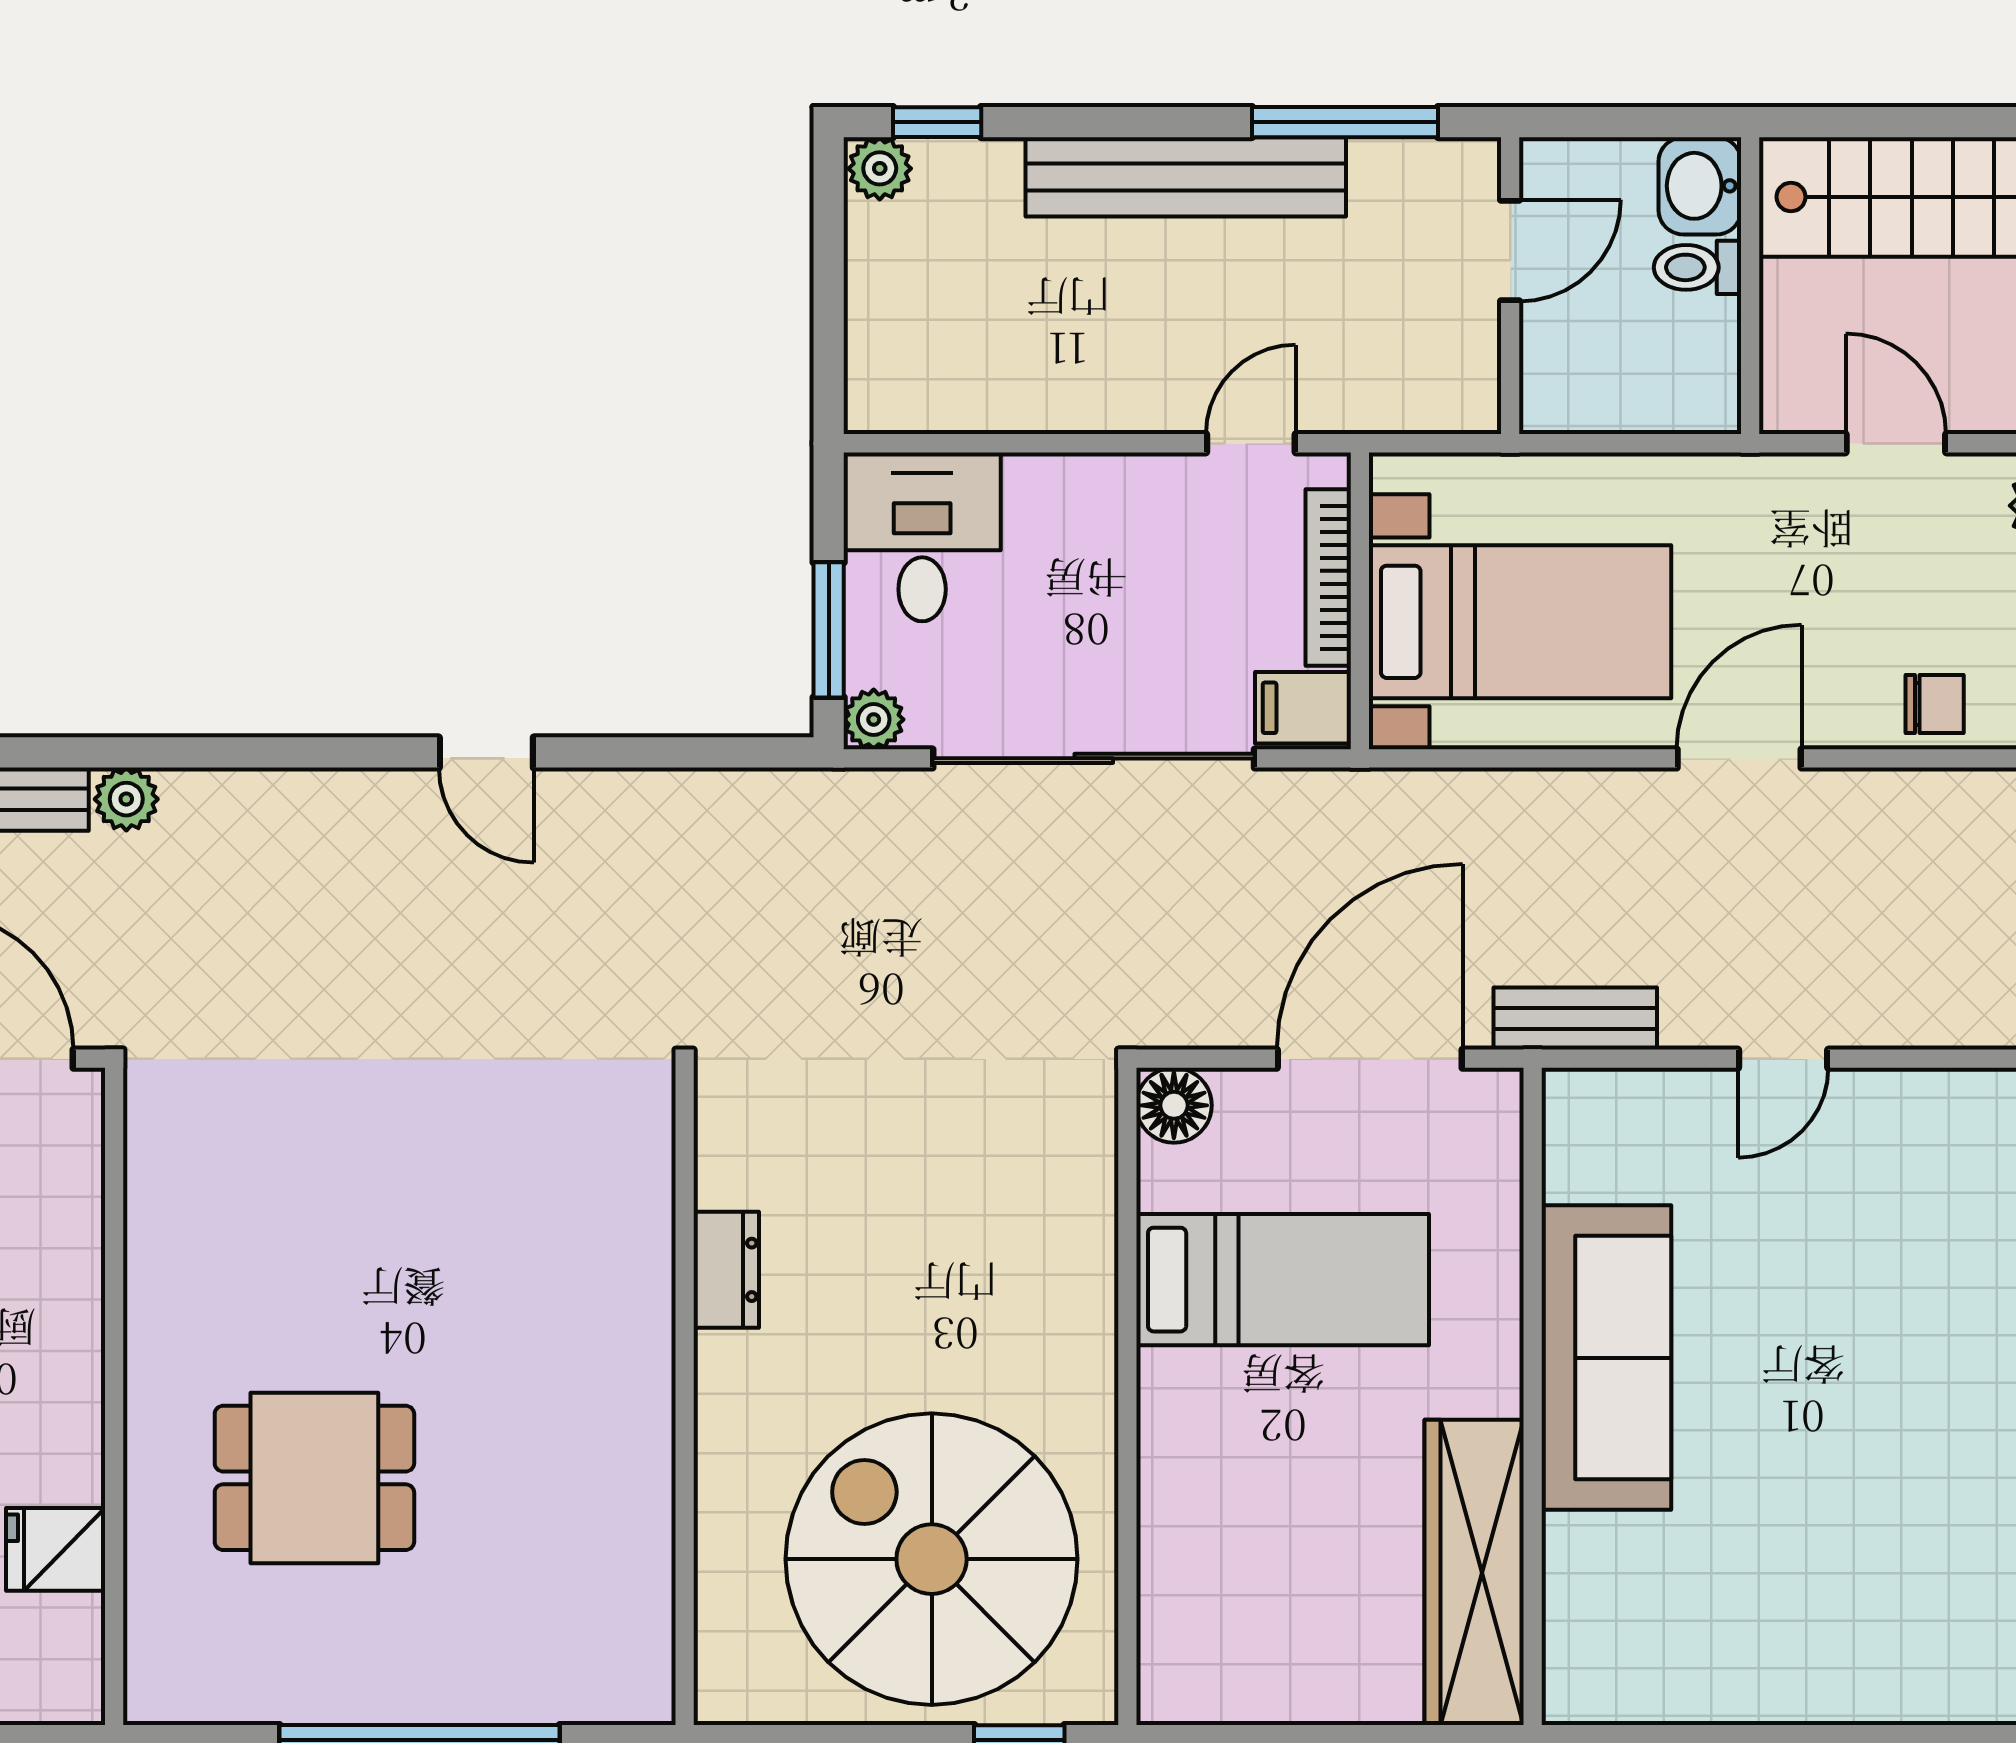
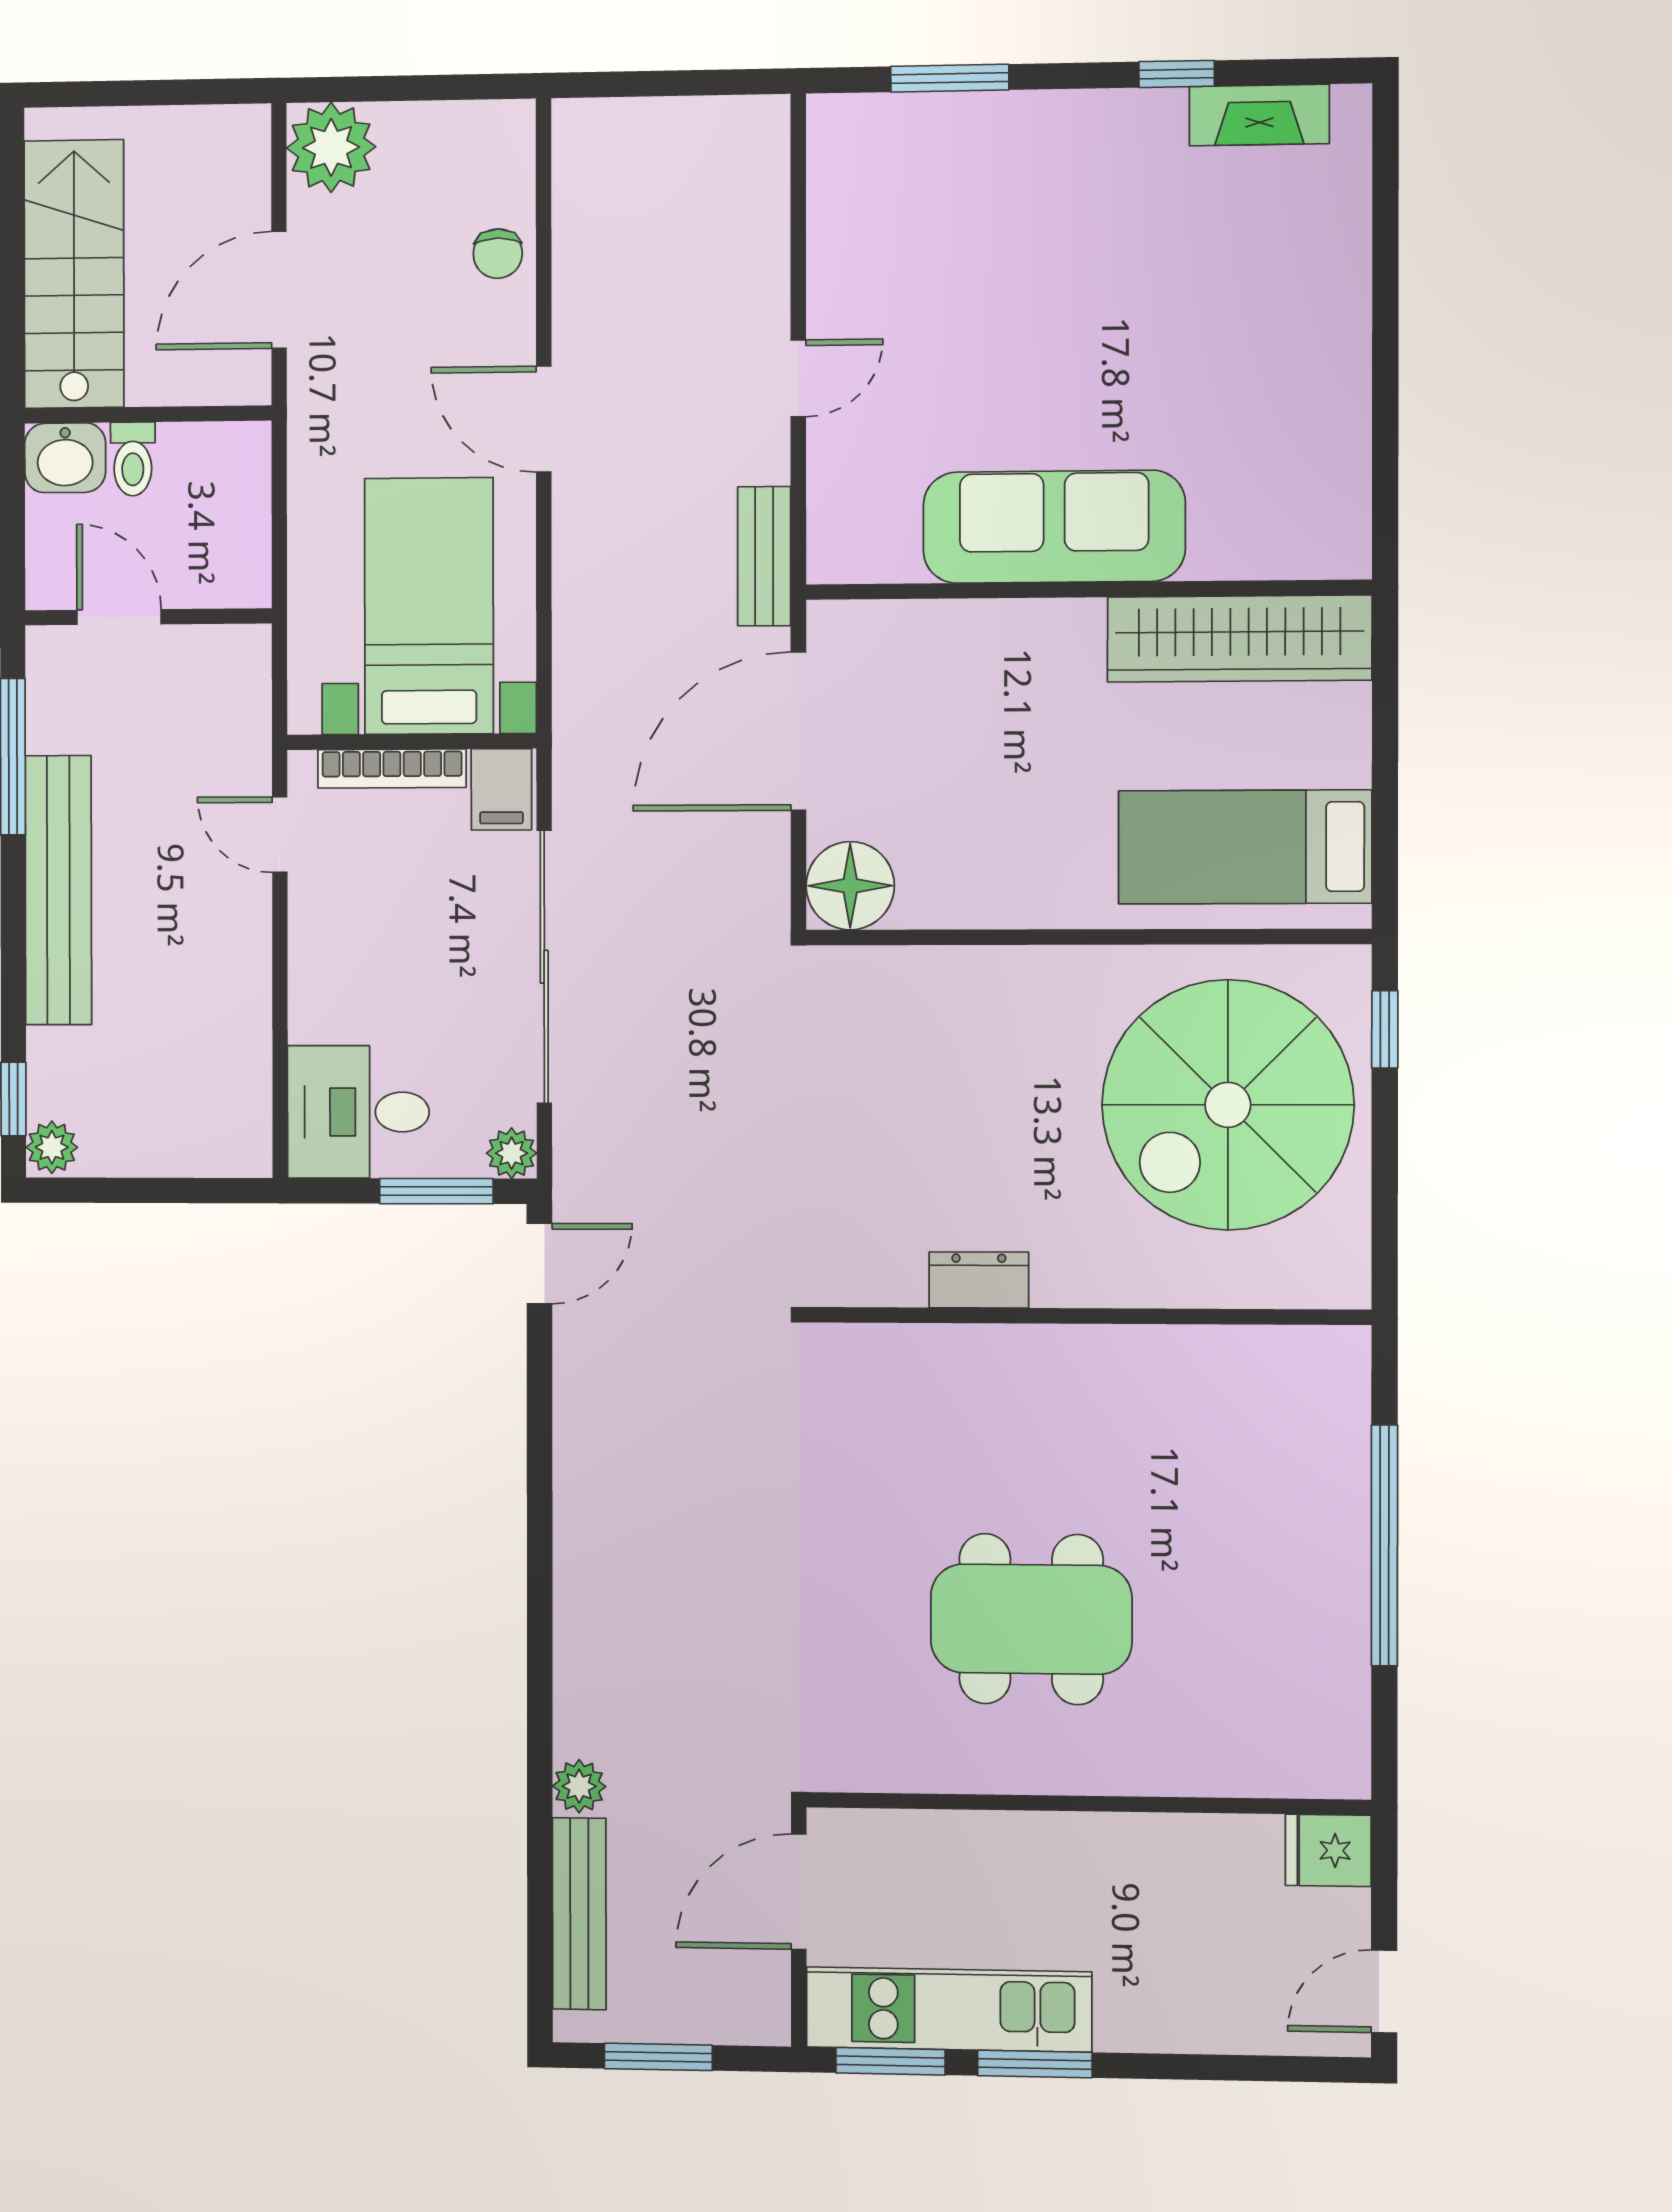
door: (1896, 443) -> (279, 290), width x1.38
chair: (1935, 704) -> (498, 254), turned 180
door: (486, 752) -> (539, 1263), moved
door: (1370, 1059) -> (798, 731), hinge flipped
door: (1783, 1059) -> (798, 378), hinge flipped
floor lamp: (1174, 1105) -> (850, 886), width x1.38, depth x1.38
bed: (1283, 1280) -> (1245, 847), moved, turned -90
dining table: (314, 1478) -> (1031, 1619), moved, width x1.38
fridge: (56, 1549) -> (1328, 1850), moved, turned 90

